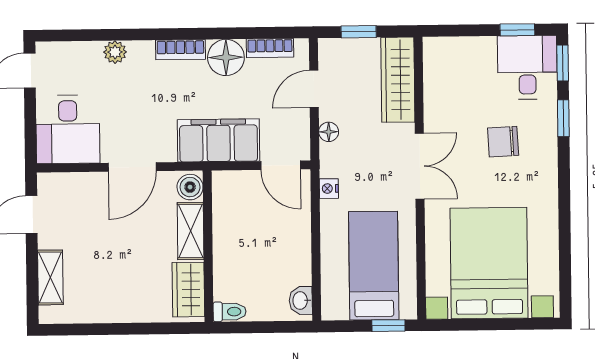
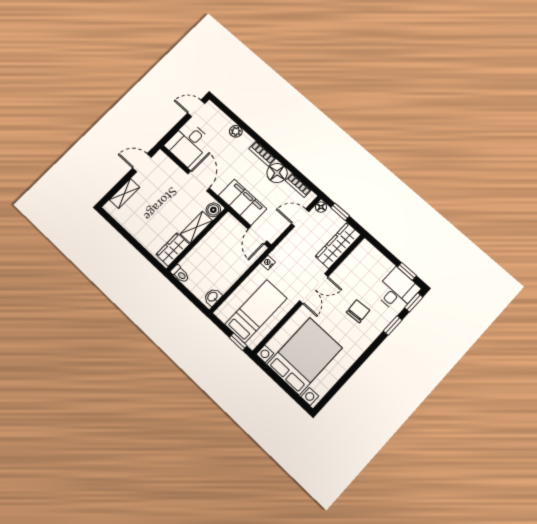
floor lamp: (329, 132) -> (321, 207), moved
chair: (503, 142) -> (358, 311), turned 89
door: (132, 167) -> (199, 181), swing flipped

